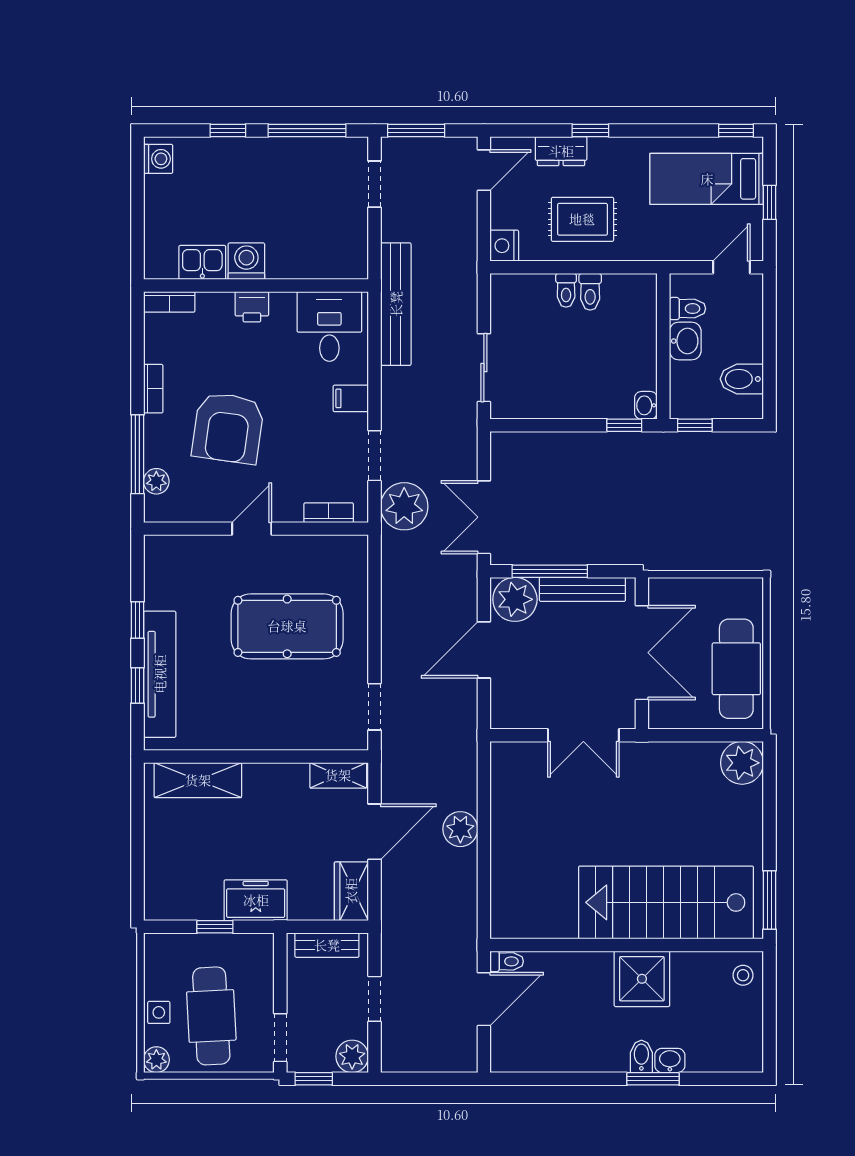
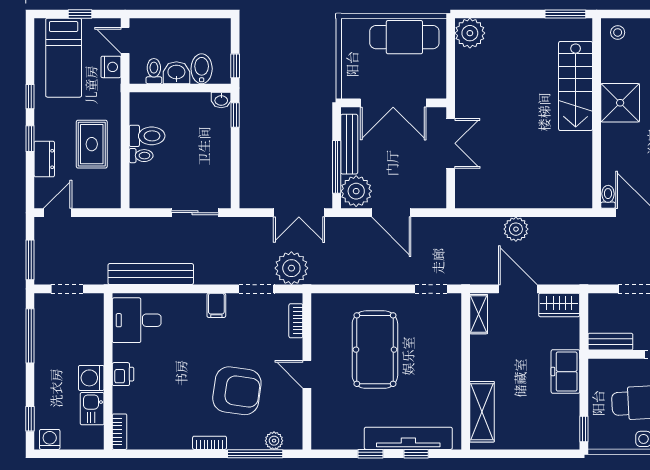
window: (228, 131) -> (30, 419), moved
window: (736, 131) -> (30, 97), moved
door: (484, 170) -> (58, 213), hinge flipped
nightstand: (504, 246) -> (111, 67), moved, turned -90
washing machine: (246, 261) -> (91, 378), moved
kitchen sink: (202, 262) -> (92, 409), moved
wall: (256, 286) -> (108, 371), moved
toilet: (590, 292) -> (147, 136), width x1.37, depth x1.39
bookcase: (169, 302) -> (120, 432), moved
printer: (252, 307) -> (123, 374), moved
desk: (329, 326) -> (137, 320), moved
bidet: (742, 379) -> (202, 69), moved, turned 180
double door: (642, 653) -> (393, 103), swing flipped
stairs: (666, 902) -> (576, 86), width x0.73, depth x0.66
window: (215, 927) -> (584, 429), moved
bench: (327, 945) -> (610, 342), moved, turned 90

